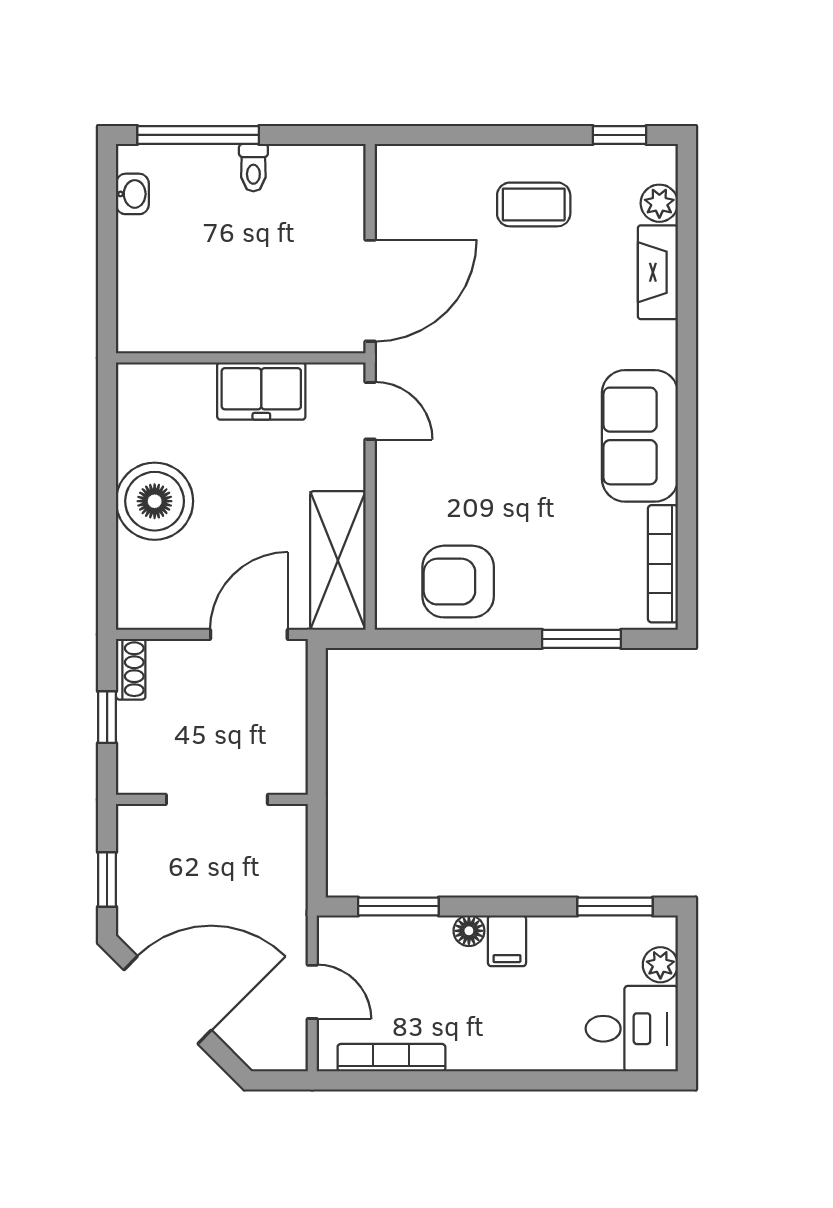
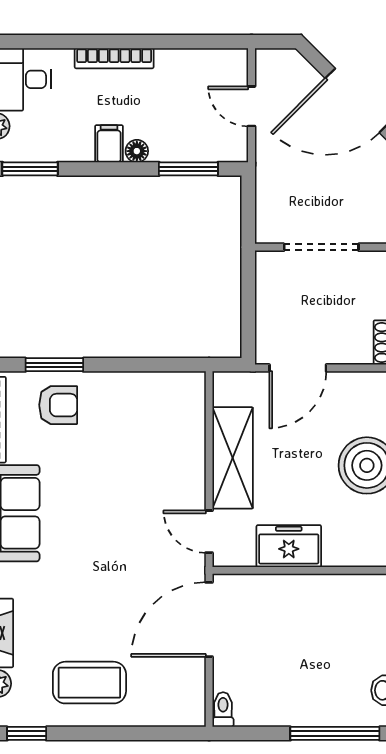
toilet: (253, 168) -> (223, 710), moved
coffee table: (534, 204) -> (89, 683), width x1.36, depth x1.30
shelving: (338, 561) -> (233, 458), moved
armchair: (458, 582) -> (58, 405), moved, width x0.72, depth x0.72
bookcase: (391, 1058) -> (114, 58), moved

